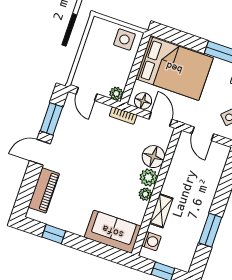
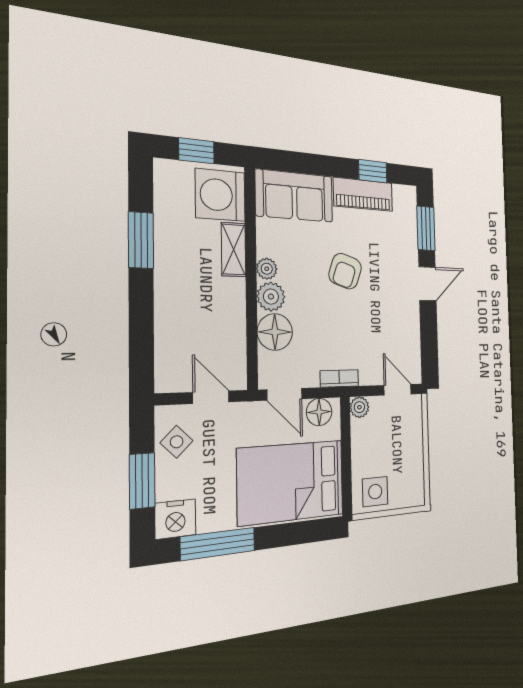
window: (51, 119) -> (426, 228), moved
armchair: (96, 178) -> (345, 271), added
piano: (44, 190) -> (363, 194), moved, turned -90
washing machine: (151, 241) -> (220, 195), width x1.89, depth x1.89

